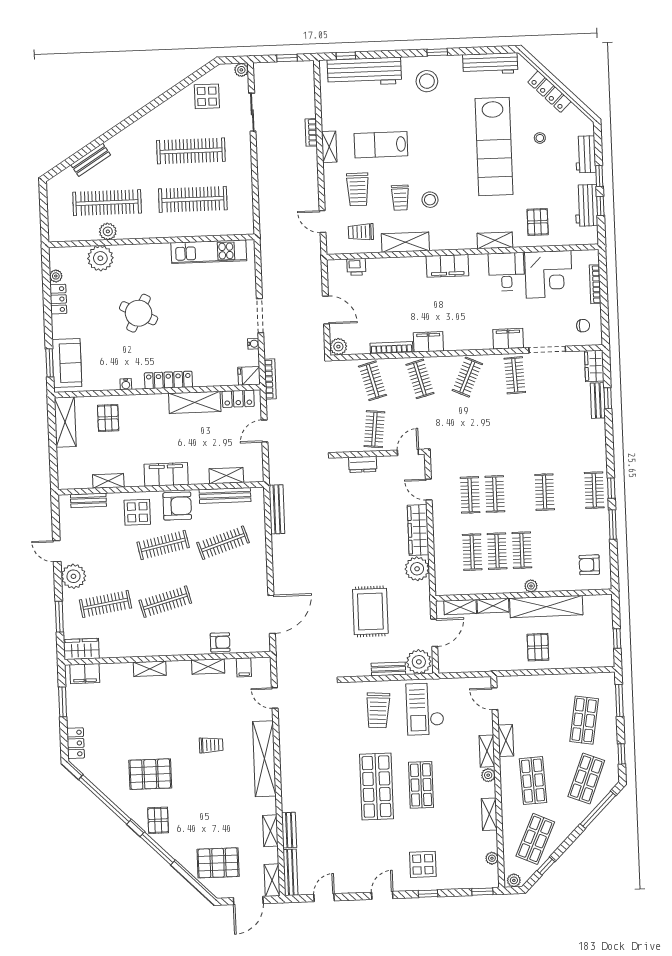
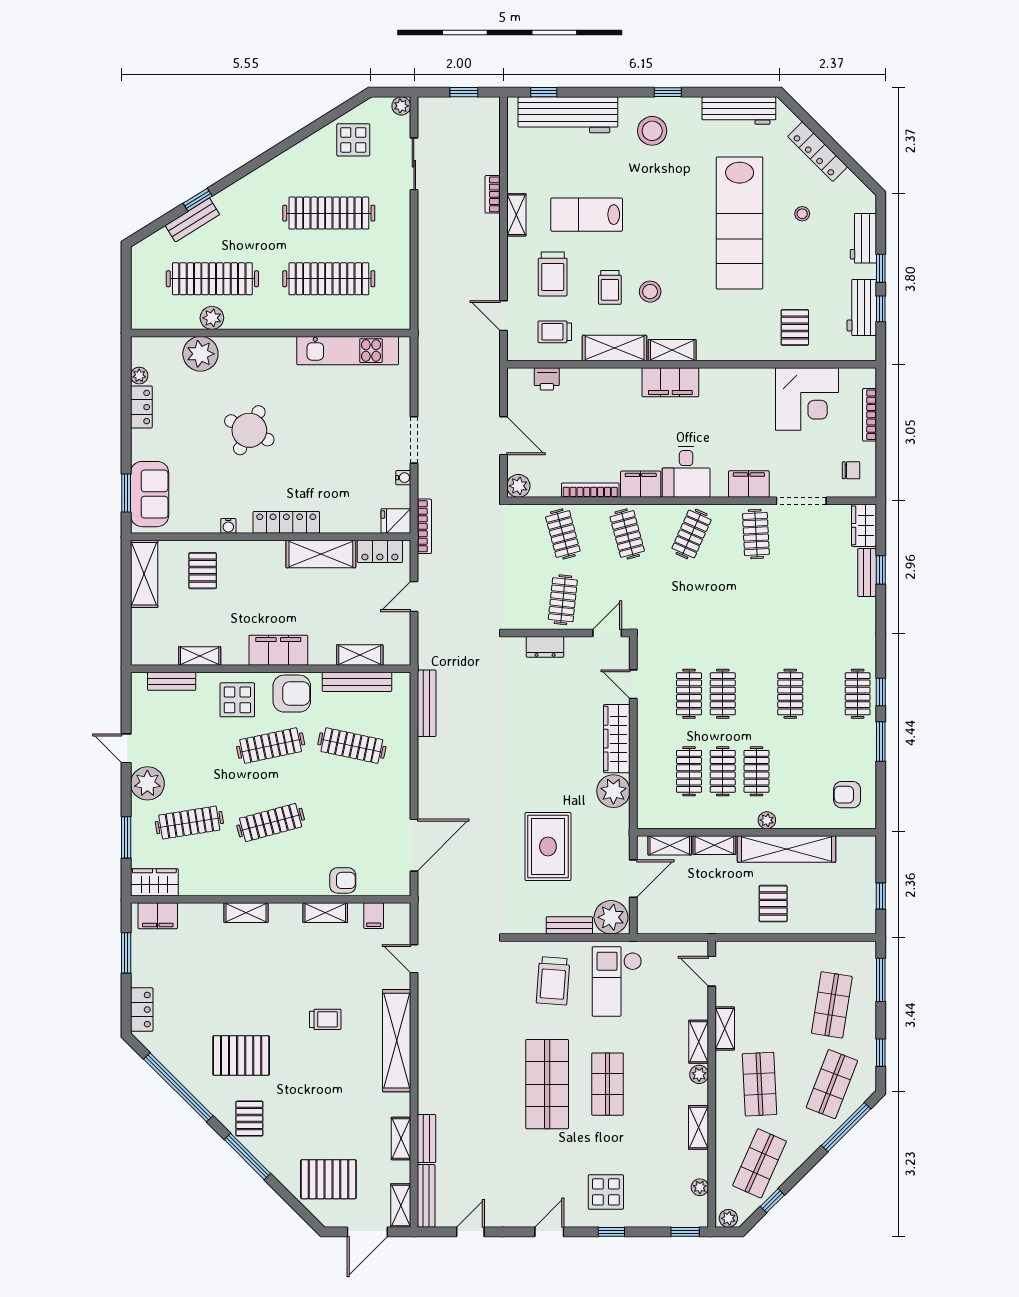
window: (94, 145) -> (198, 200), added
shelving: (495, 240) -> (672, 350), moved
desk: (506, 272) -> (686, 472), moved, turned 180
clothes rail: (223, 543) -> (352, 746), turned 30

